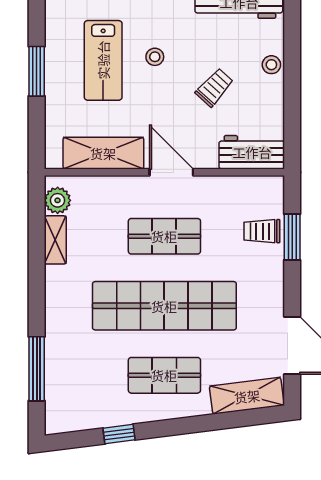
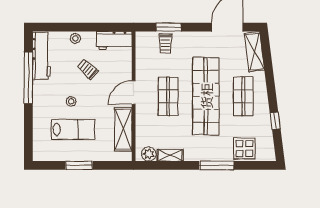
workbench: (252, 152) -> (114, 40), moved, turned -90
window: (37, 369) -> (217, 165), moved
display table: (68, 377) -> (244, 149), added

